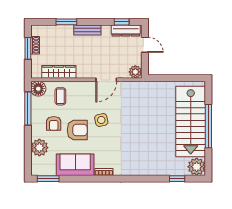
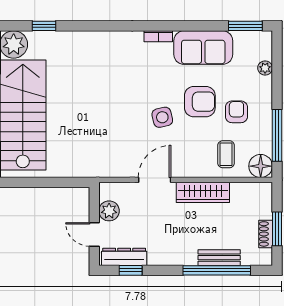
window: (66, 22) -> (217, 270), width x2.11
bench: (87, 30) -> (219, 258), moved
wardrobe: (59, 72) -> (203, 192), moved
plant: (135, 72) -> (109, 211), moved
armchair: (77, 130) -> (200, 102), turned 180
plant: (39, 148) -> (265, 68), width x0.53, depth x0.53

